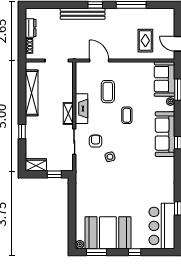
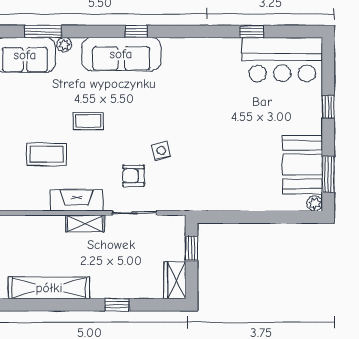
booth: (108, 233) -> (303, 165), width x0.73, depth x0.70

